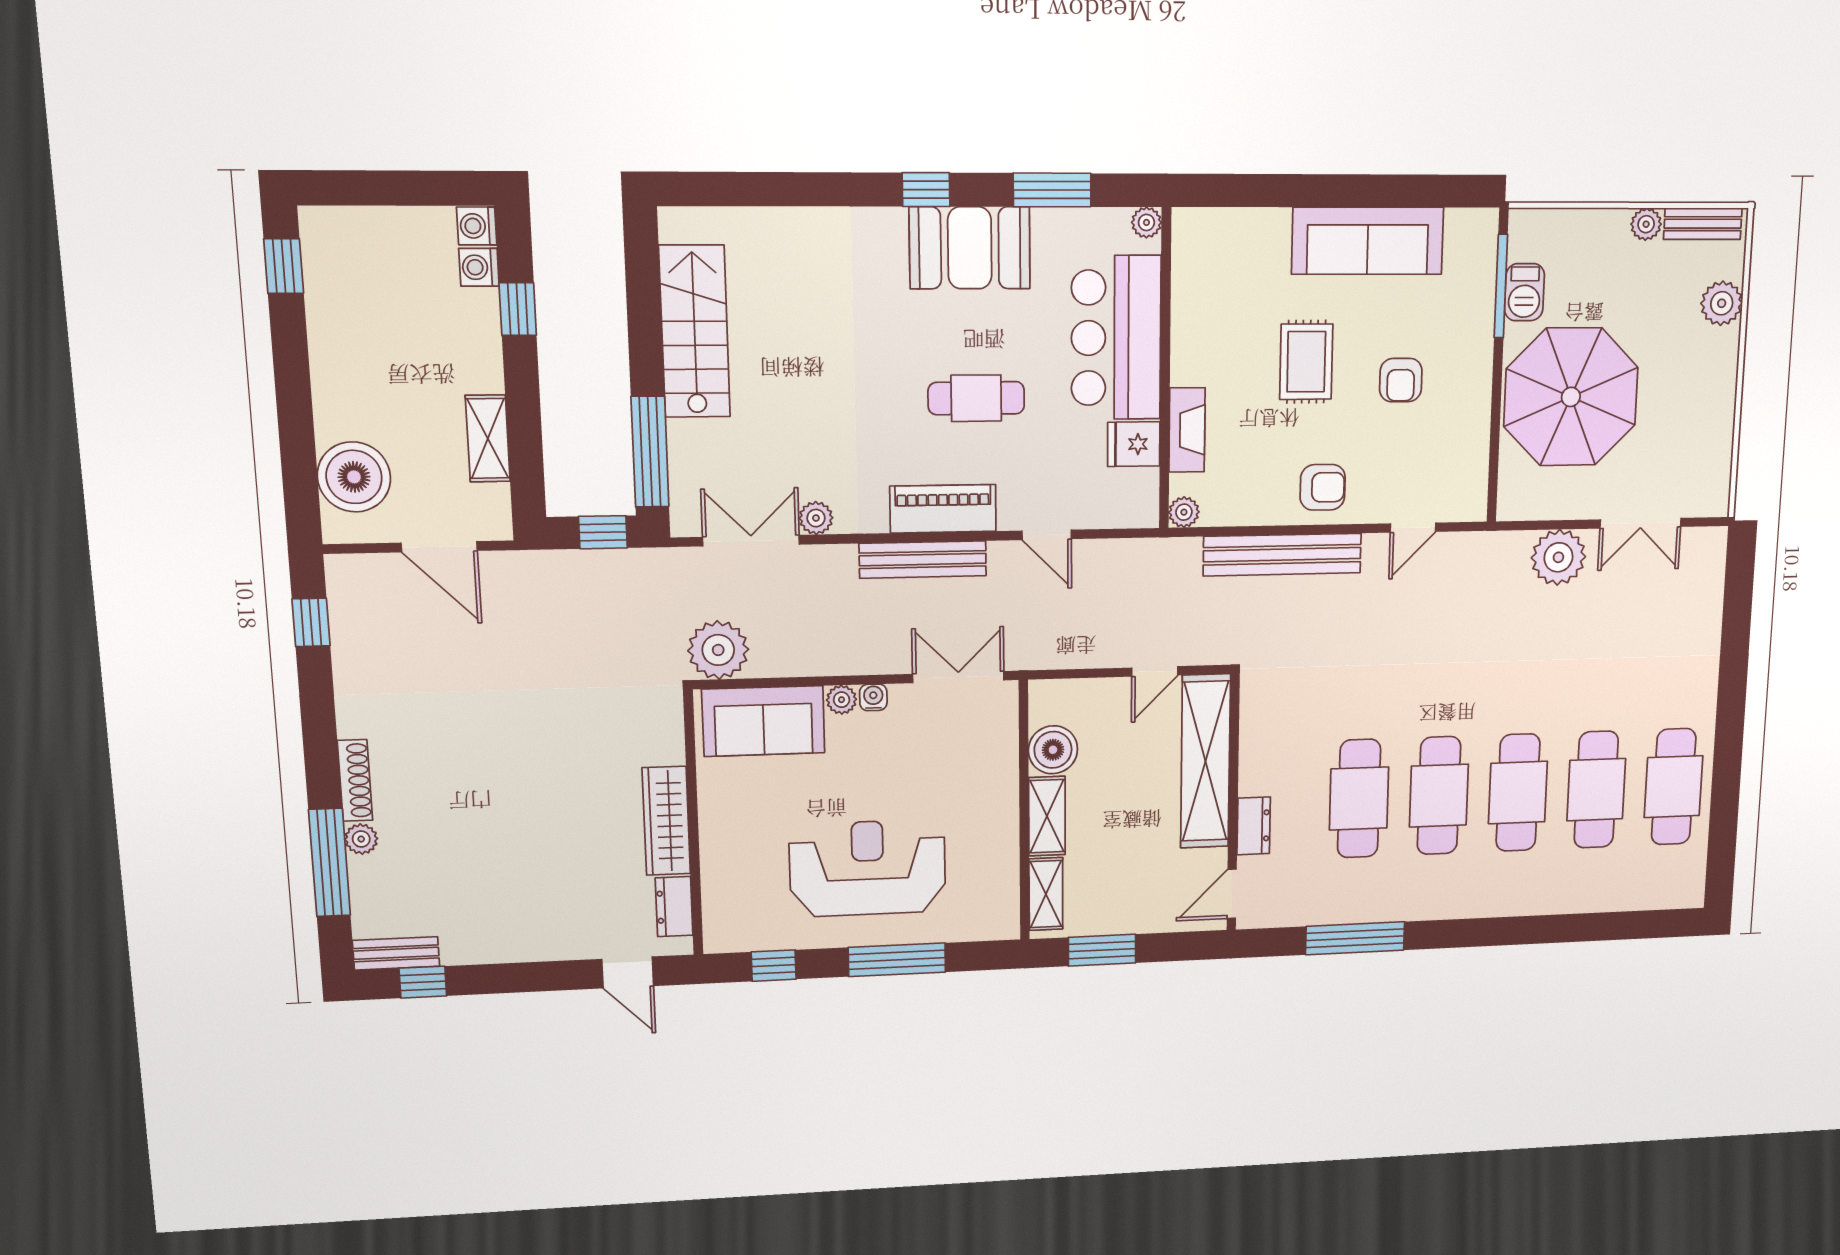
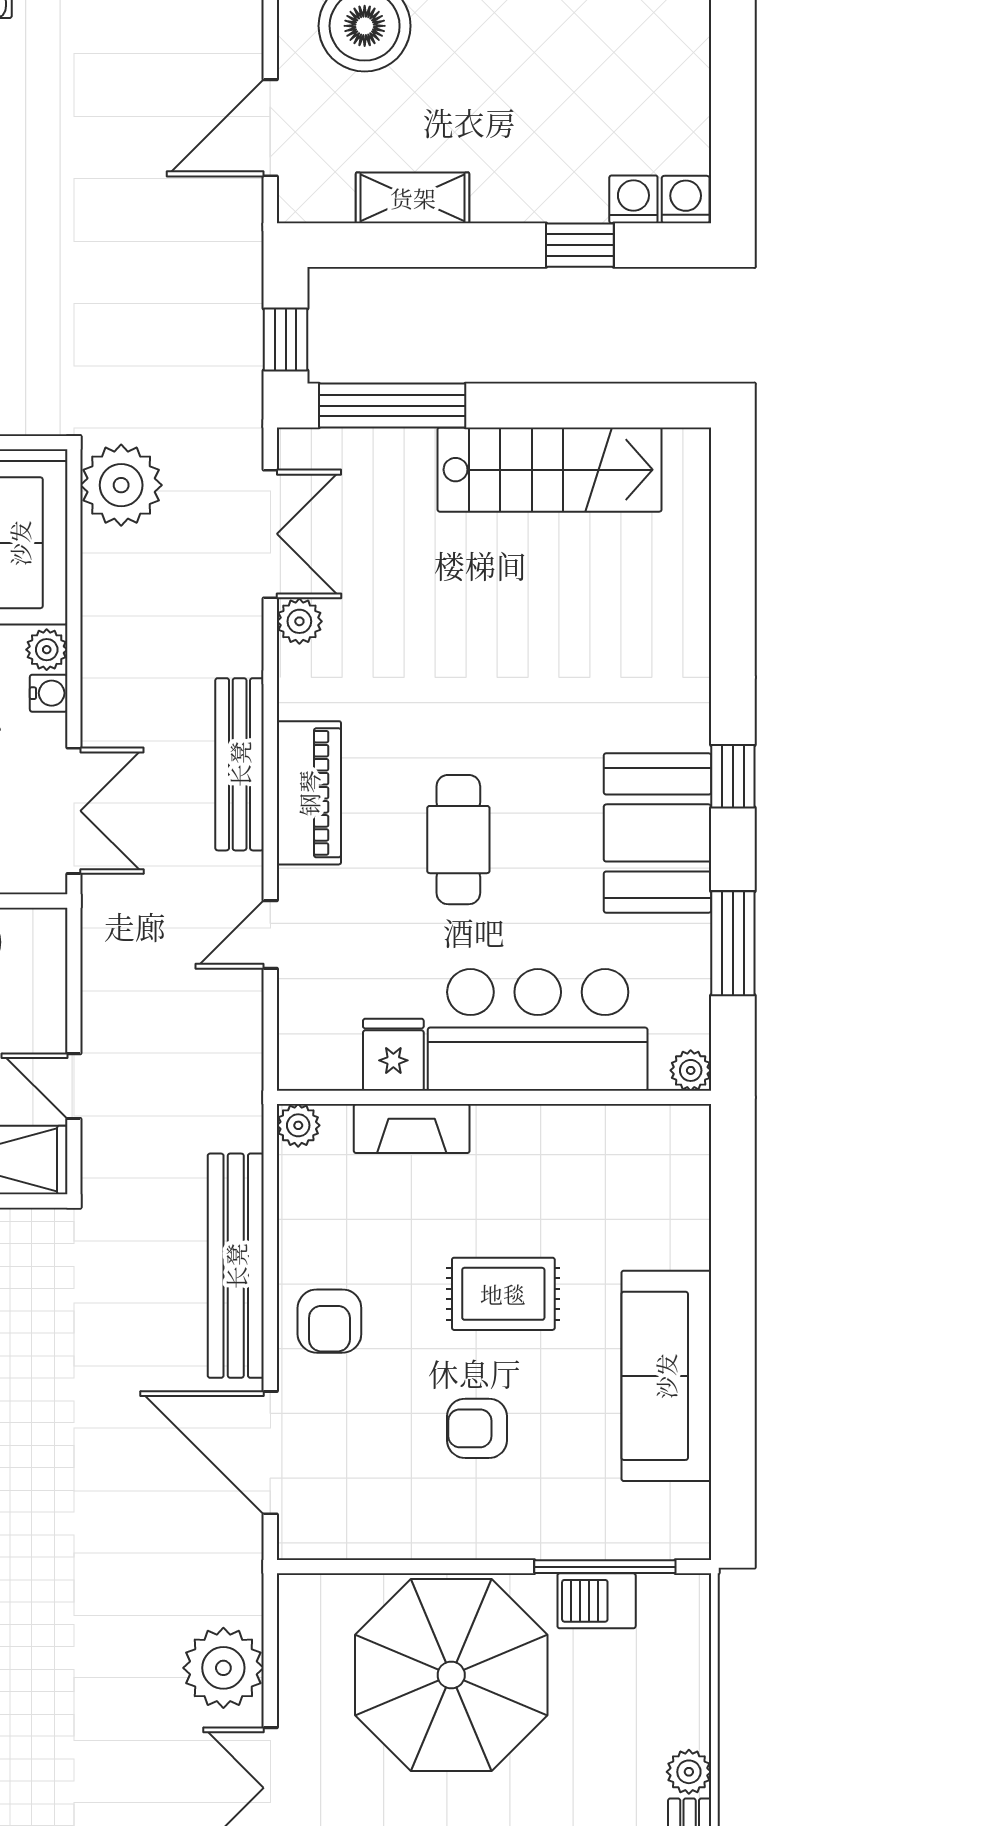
door: (1413, 528) -> (270, 1453), width x1.87

